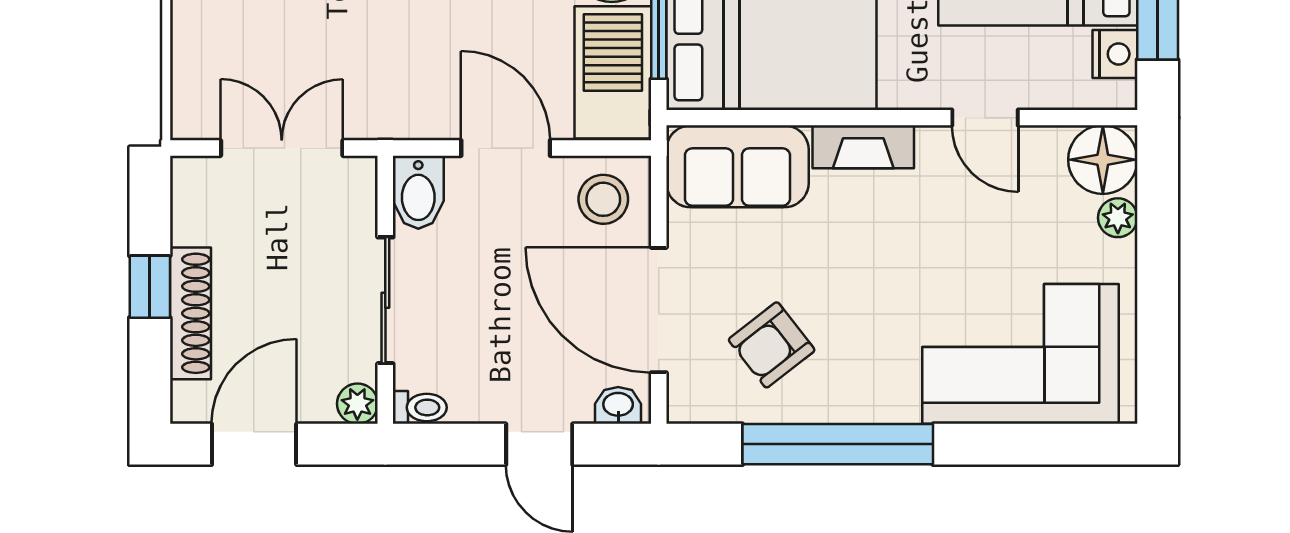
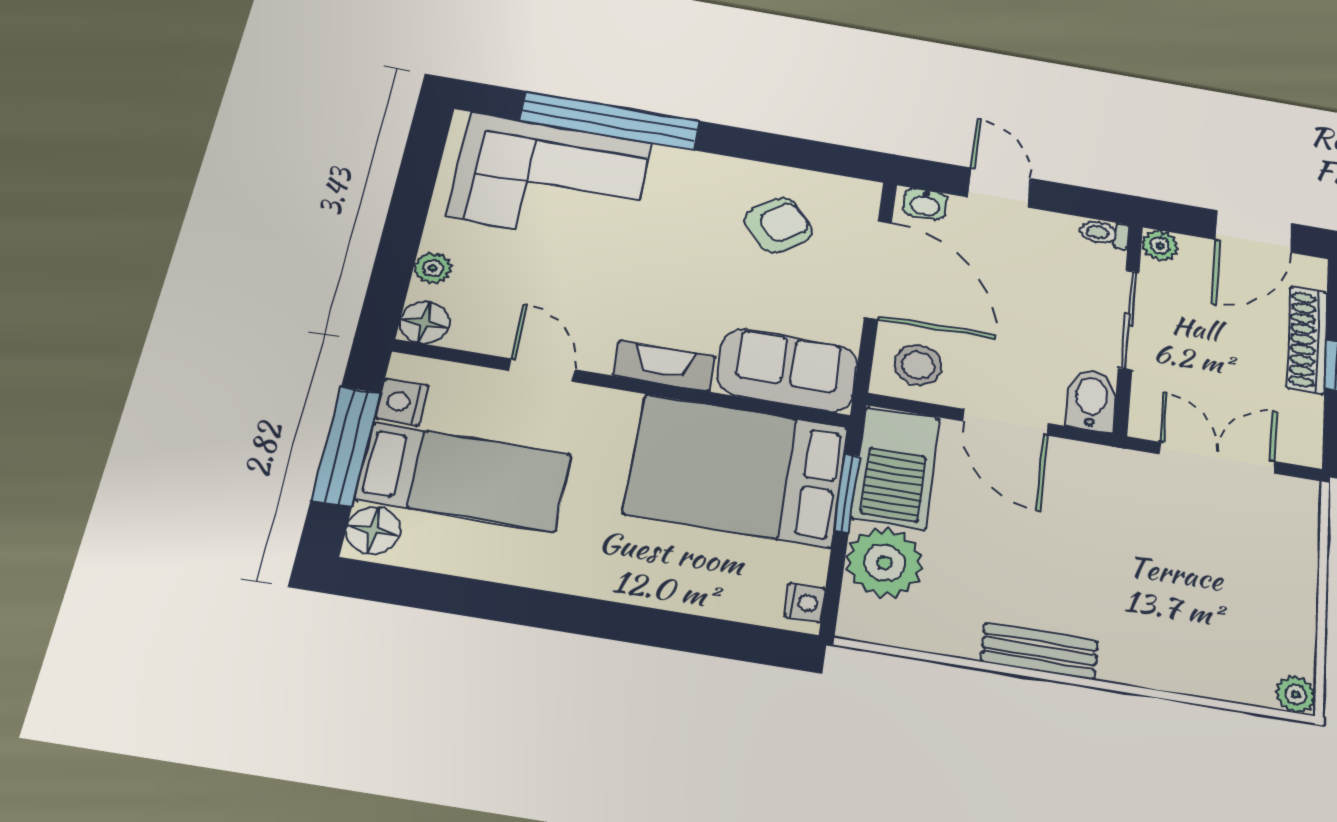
double door: (282, 148) -> (1217, 458), swing flipped
floor lamp: (1103, 160) -> (425, 323), width x0.73, depth x0.73
window: (838, 444) -> (609, 120), moved

